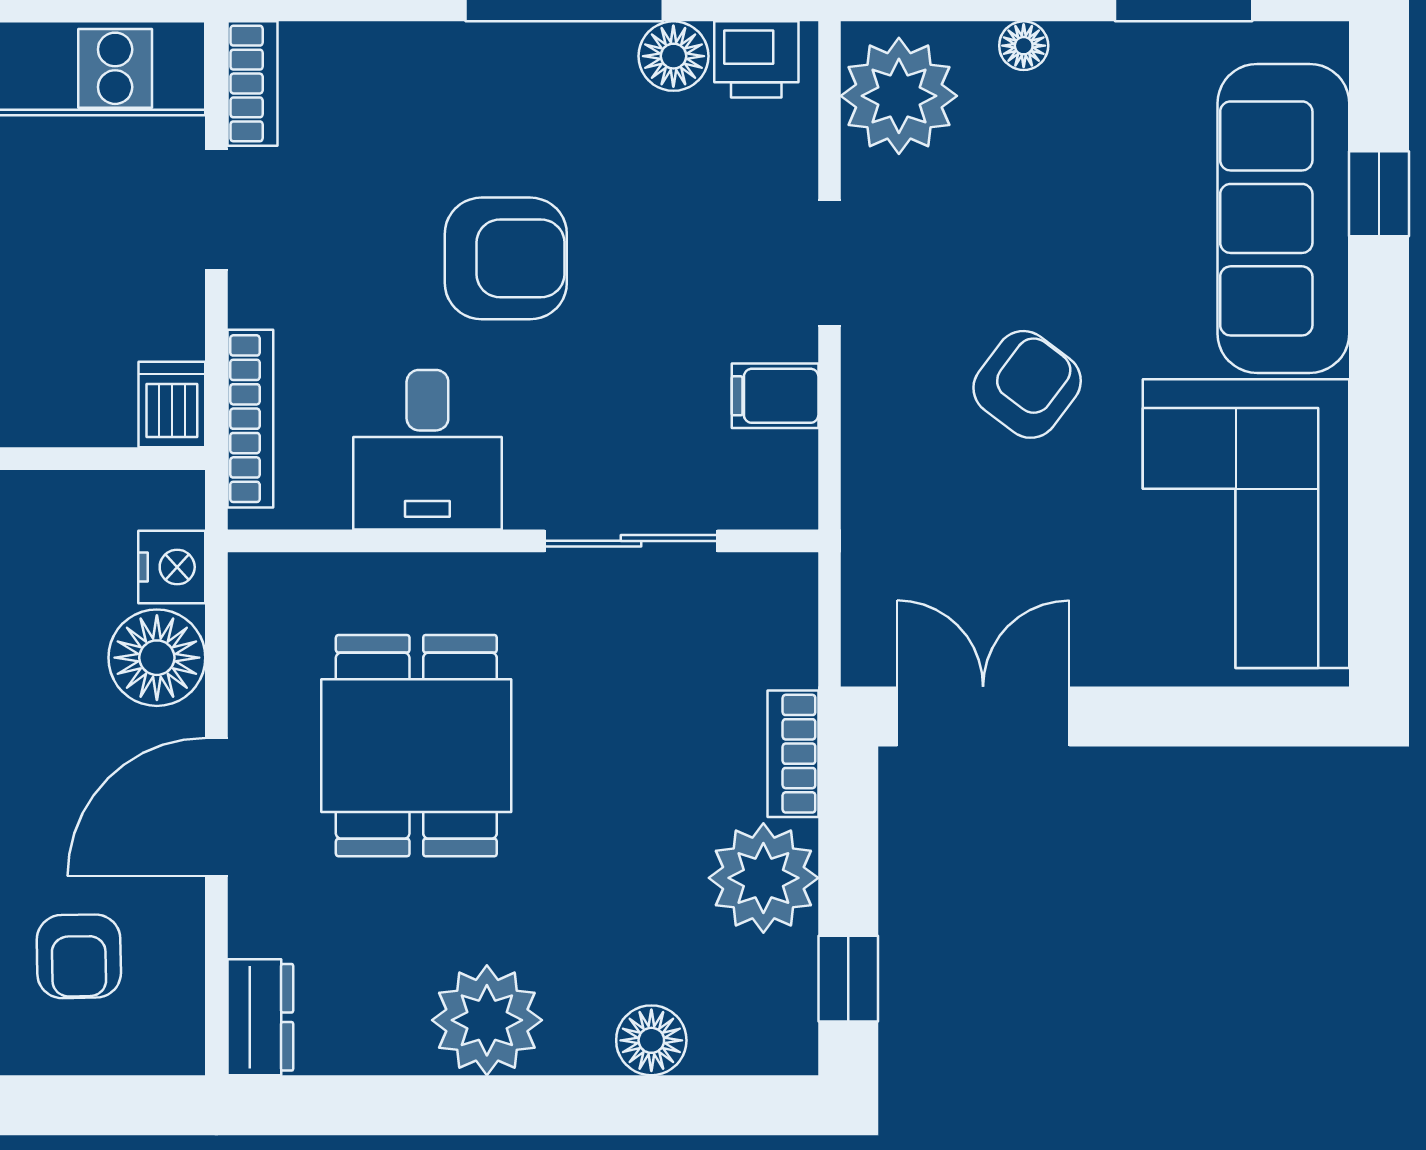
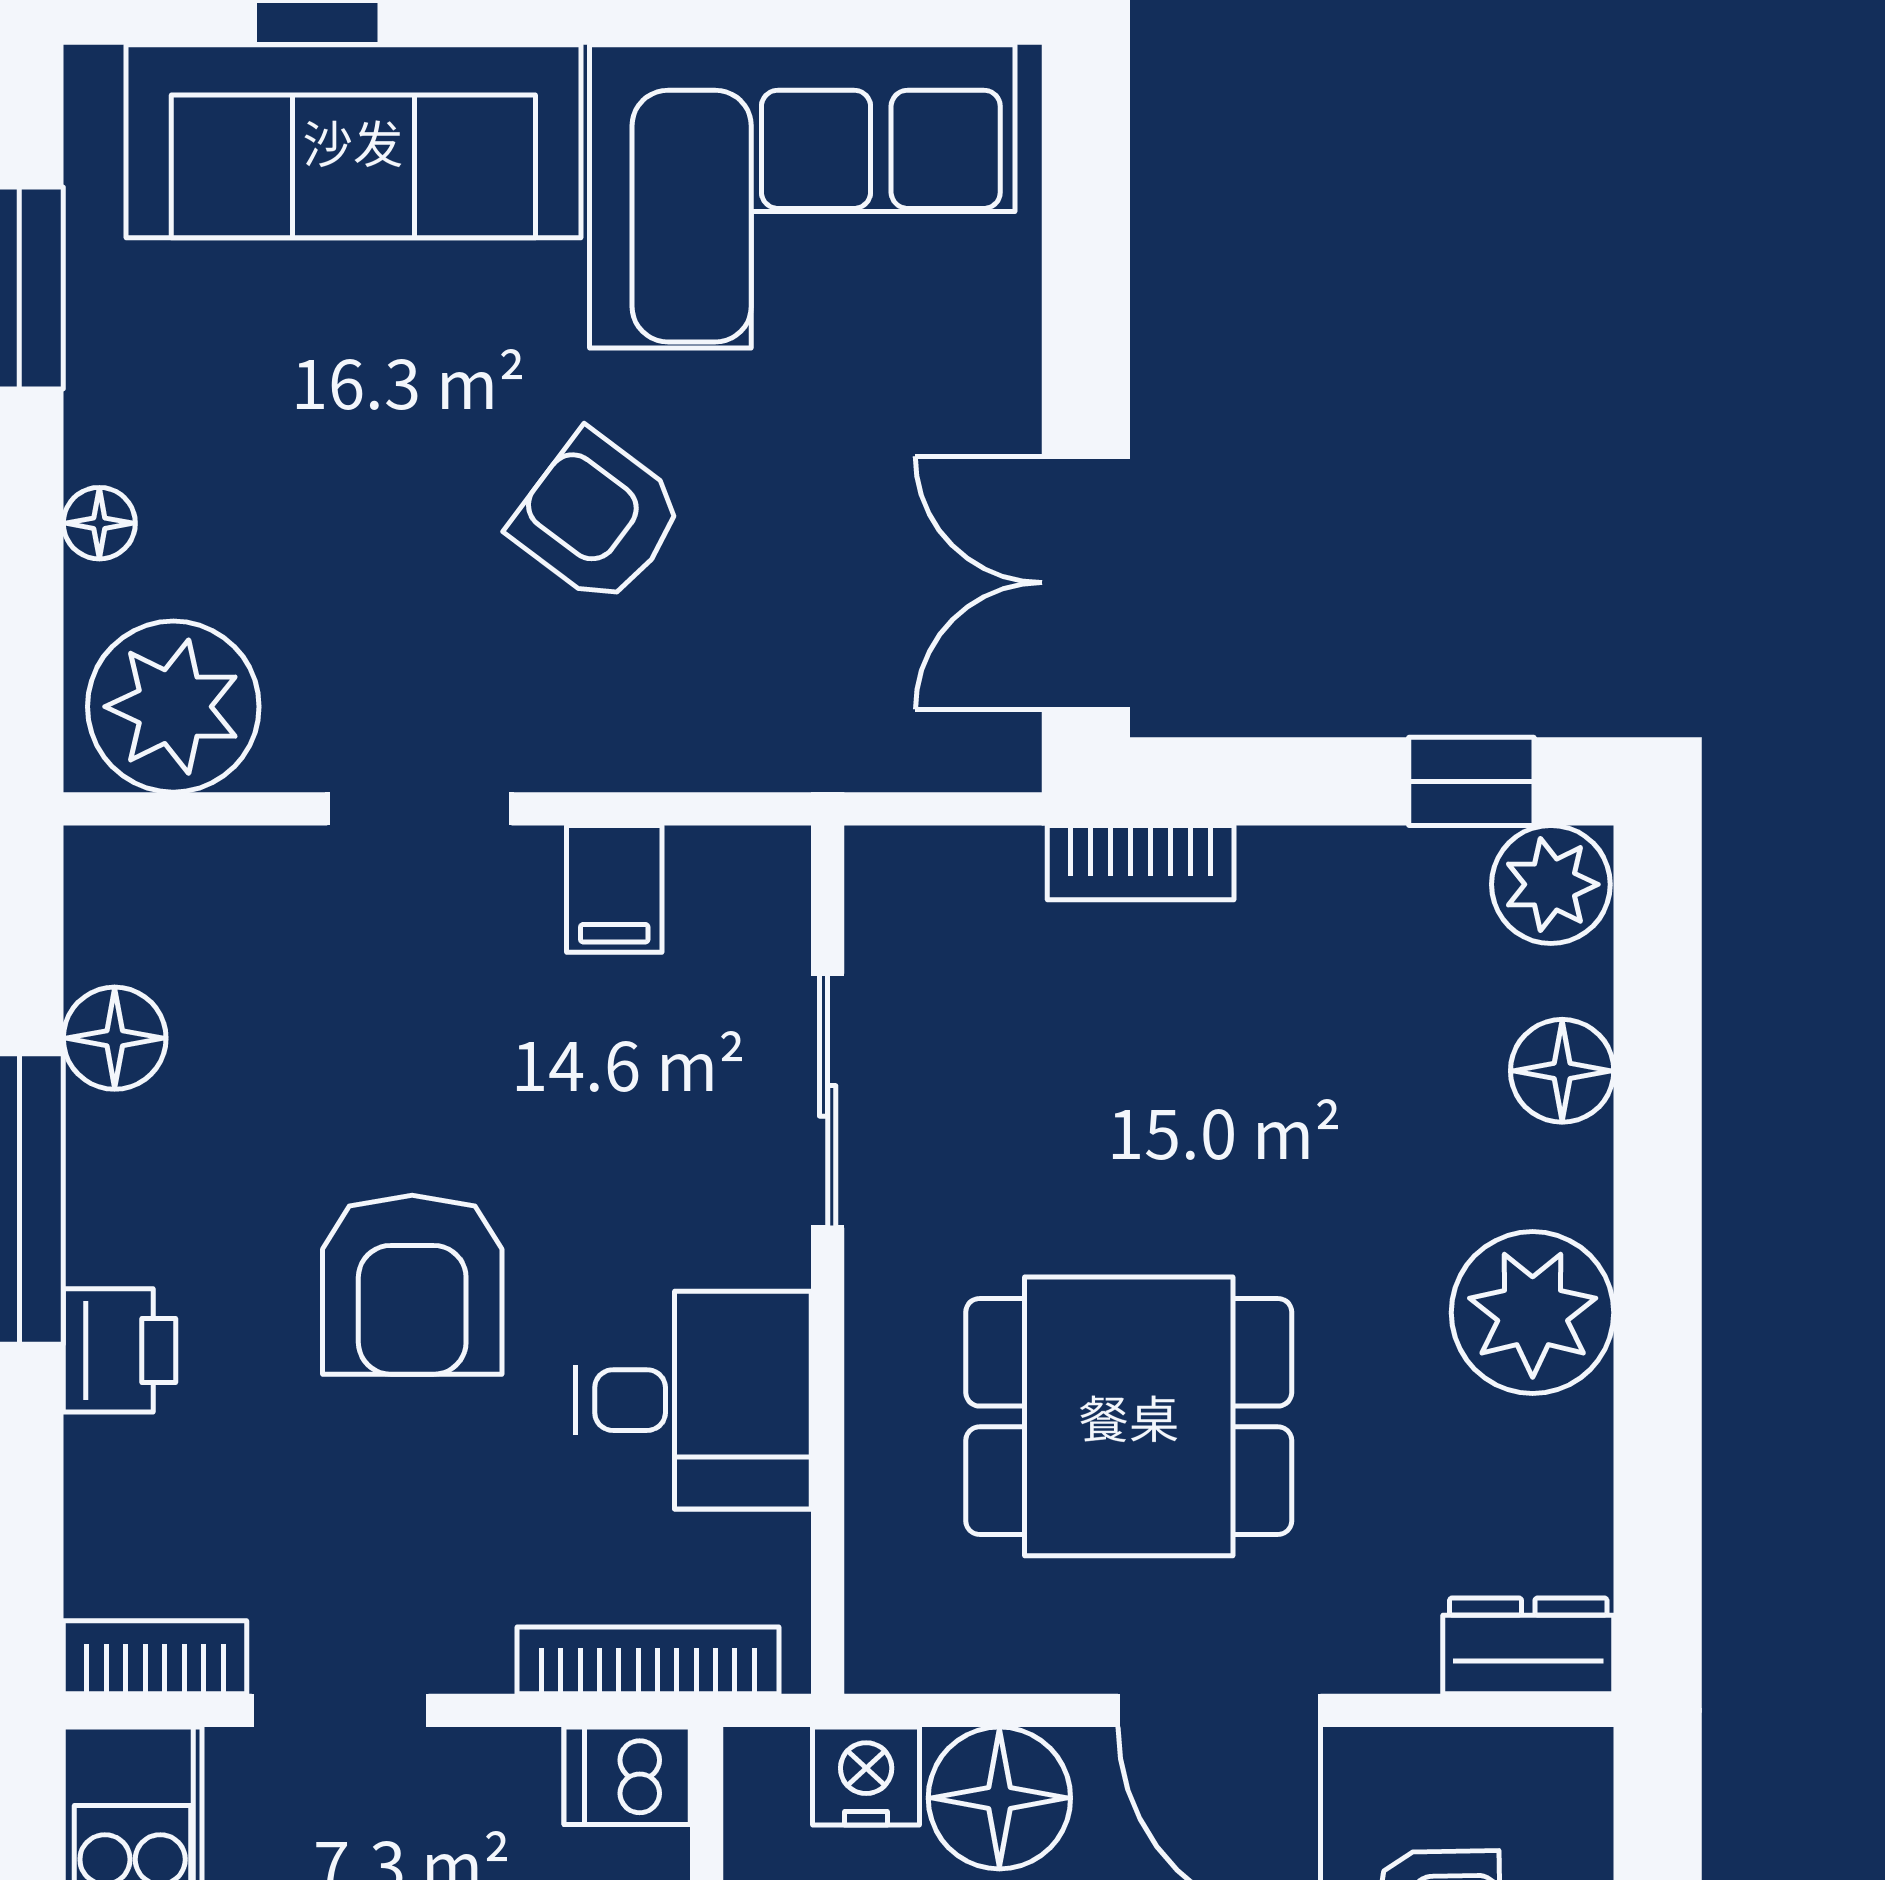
printer: (756, 59) -> (120, 1350), moved
armchair: (506, 258) -> (412, 1285), turned 180
plant: (763, 878) -> (1551, 884), moved, width x0.73, depth x0.73

